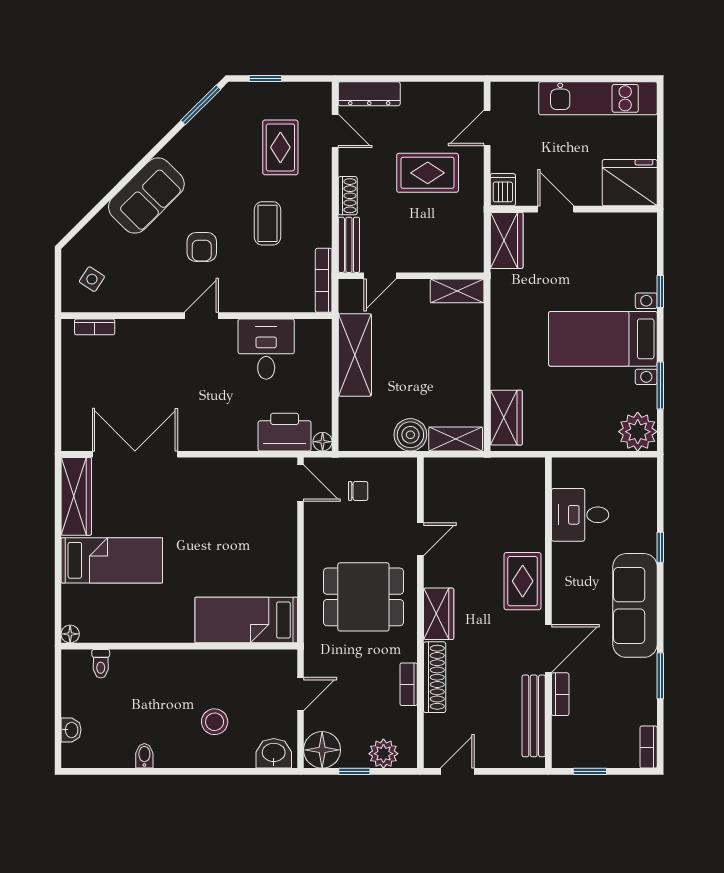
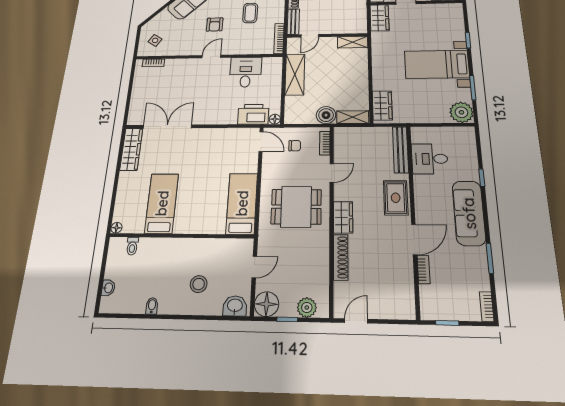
bed: (112, 560) -> (162, 203), moved, turned -90
bed: (246, 620) -> (242, 203), moved, turned 90
bookcase: (409, 684) -> (325, 143), moved
bench: (534, 716) -> (400, 150), moved

